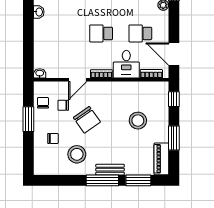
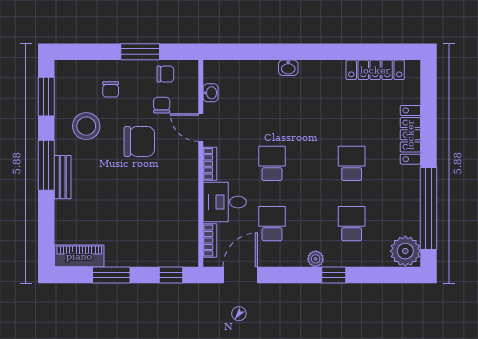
washbasin: (39, 12) -> (288, 68), moved
washbasin: (40, 73) -> (211, 93), moved
chair: (87, 120) -> (139, 141), turned -145
stool: (138, 121) -> (138, 220), removed
window: (138, 180) -> (46, 97), moved

